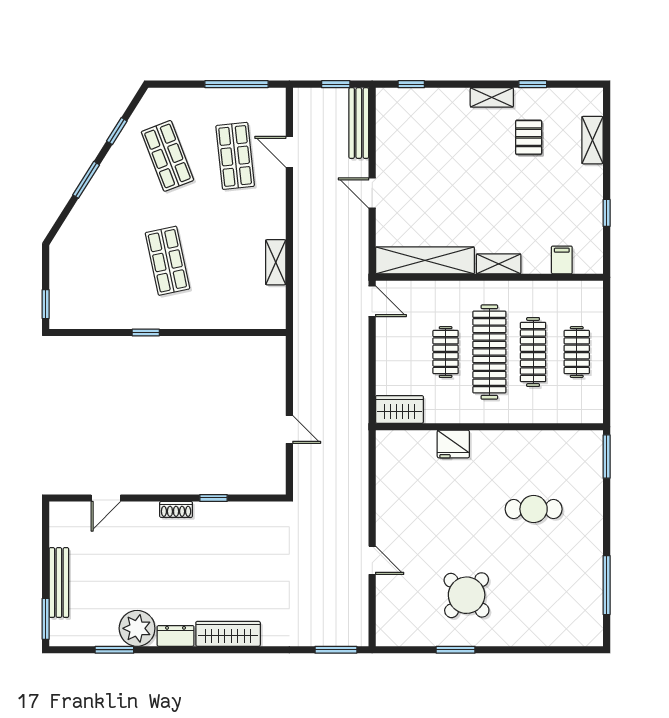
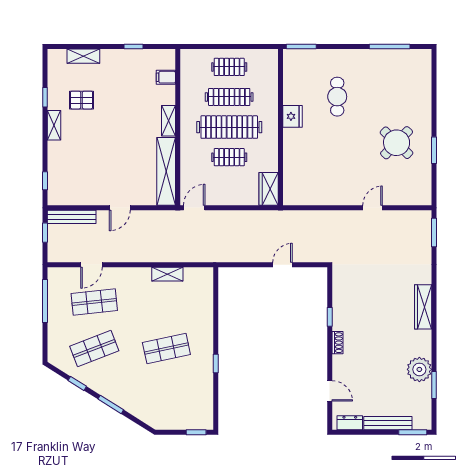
fridge: (453, 444) -> (293, 116), moved
dresser: (176, 636) -> (350, 423), moved, turned 90

